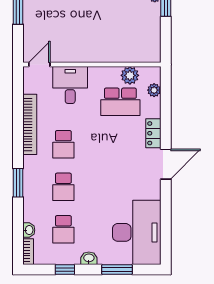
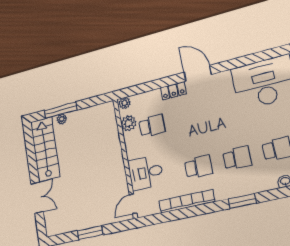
door: (39, 65) -> (133, 204), hinge flipped
plant: (154, 90) -> (125, 103), moved
school desk: (120, 102) -> (152, 126), width x0.54

